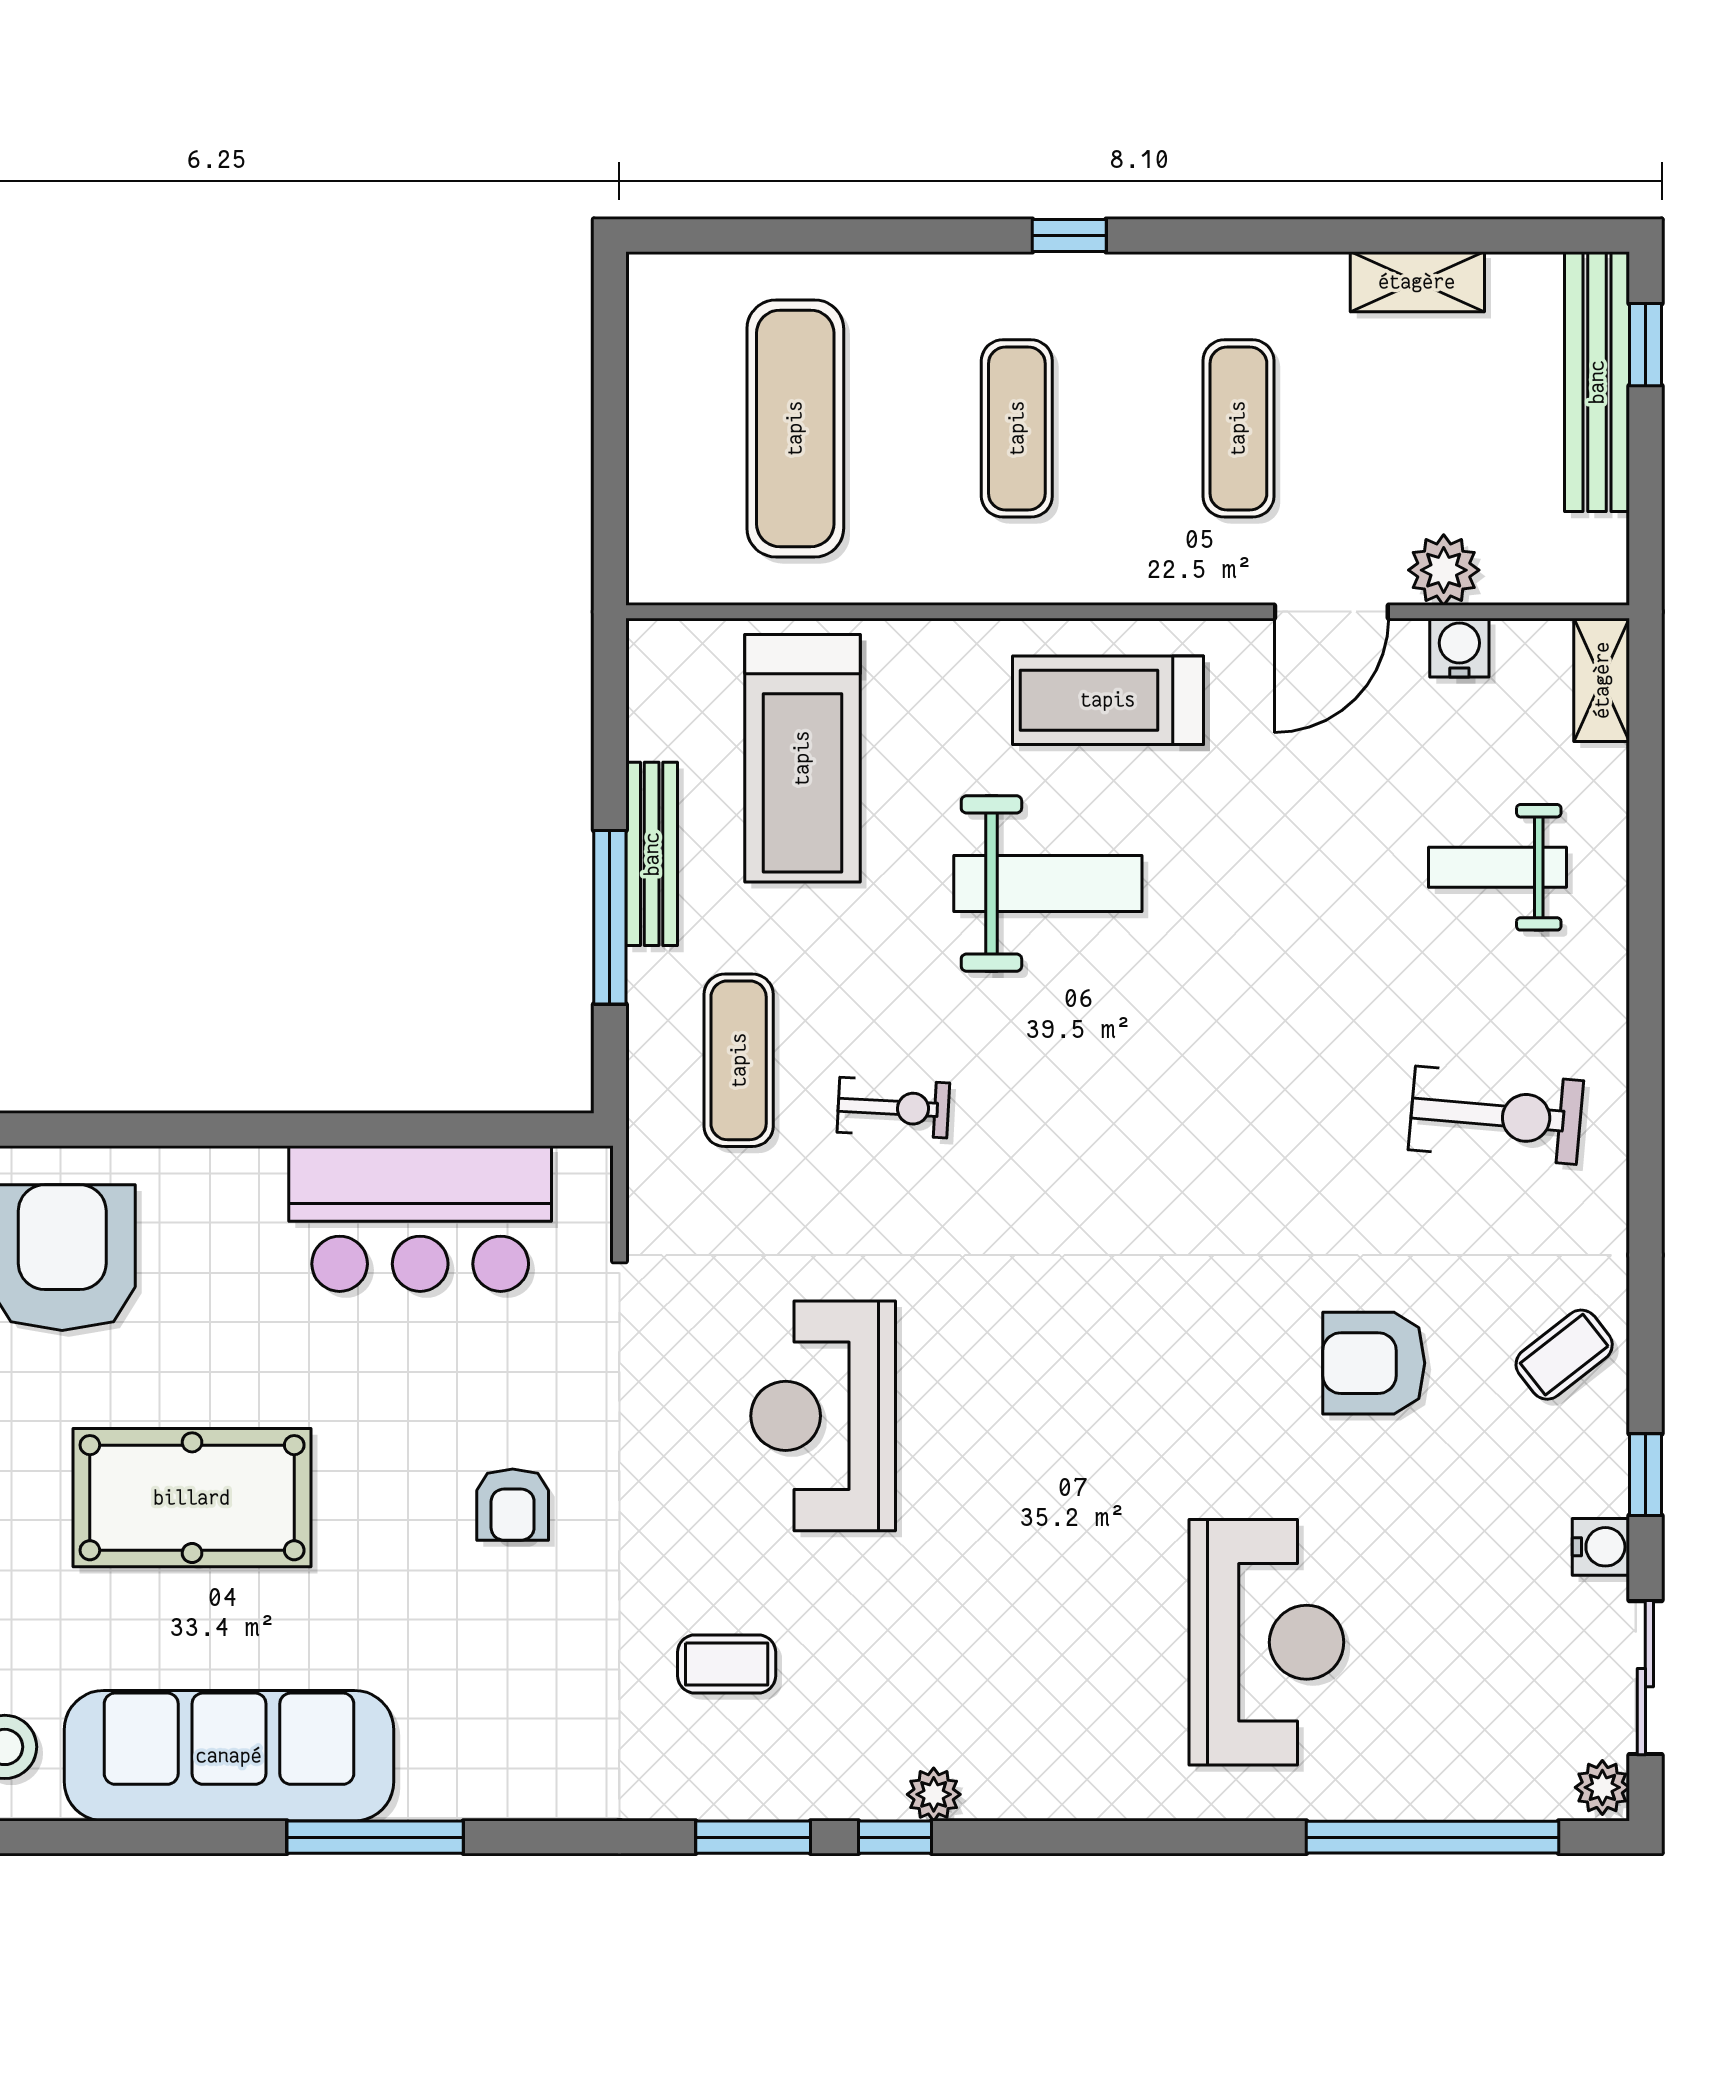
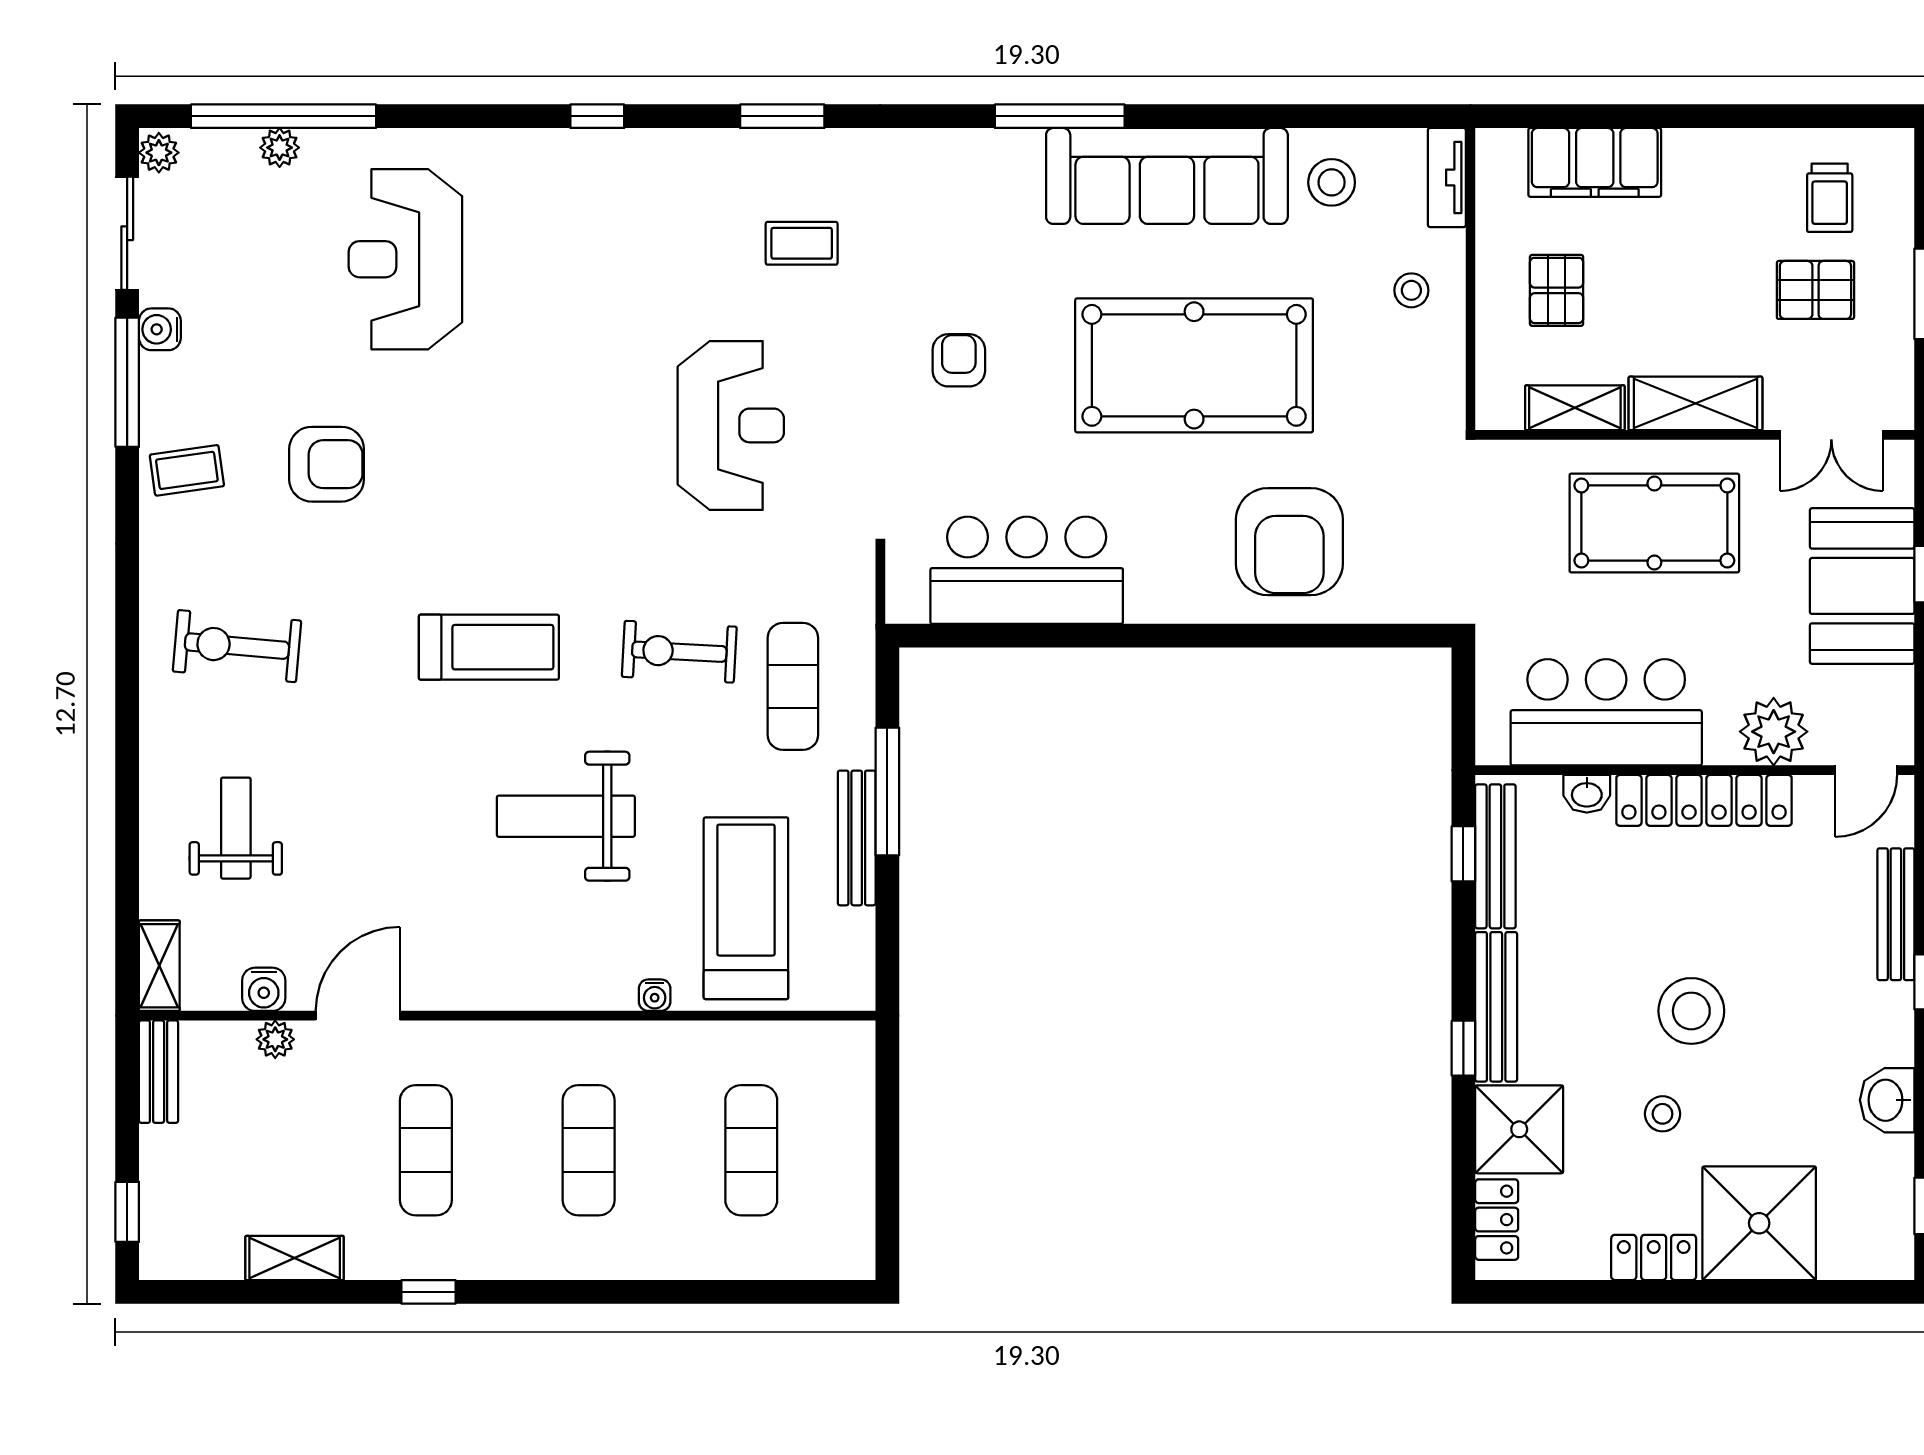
window: (1069, 235) -> (429, 1292), moved
bench: (1597, 382) -> (159, 1072), moved, width x0.54, depth x0.82
exercise mat: (795, 428) -> (751, 1150), width x0.73, depth x0.69
plant: (1444, 570) -> (275, 1039), width x0.73, depth x0.73
water cooler: (927, 640) -> (655, 995), added
treadmill: (1108, 700) -> (489, 647), moved
weight bench: (1497, 867) -> (236, 828), turned -90
exercise bike: (893, 1108) -> (679, 652), width x1.38, depth x1.39
coffee table: (1564, 1355) -> (187, 470), turned 30
window: (1645, 1475) -> (127, 382), width x2.17
pool table: (192, 1498) -> (1194, 365), width x1.36, depth x1.32
plant: (934, 1794) -> (280, 148), moved
window: (895, 1837) -> (597, 116), moved

